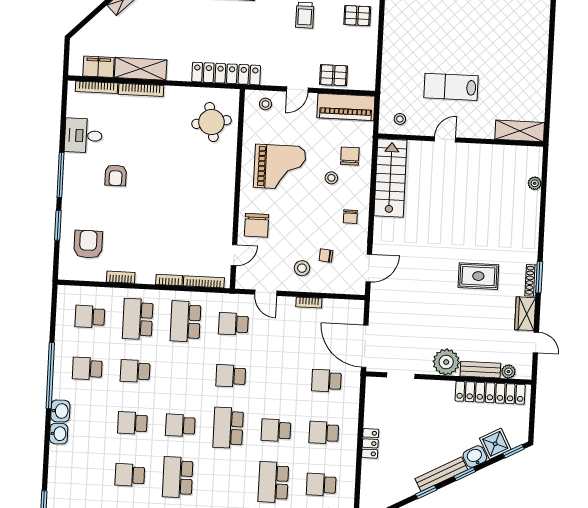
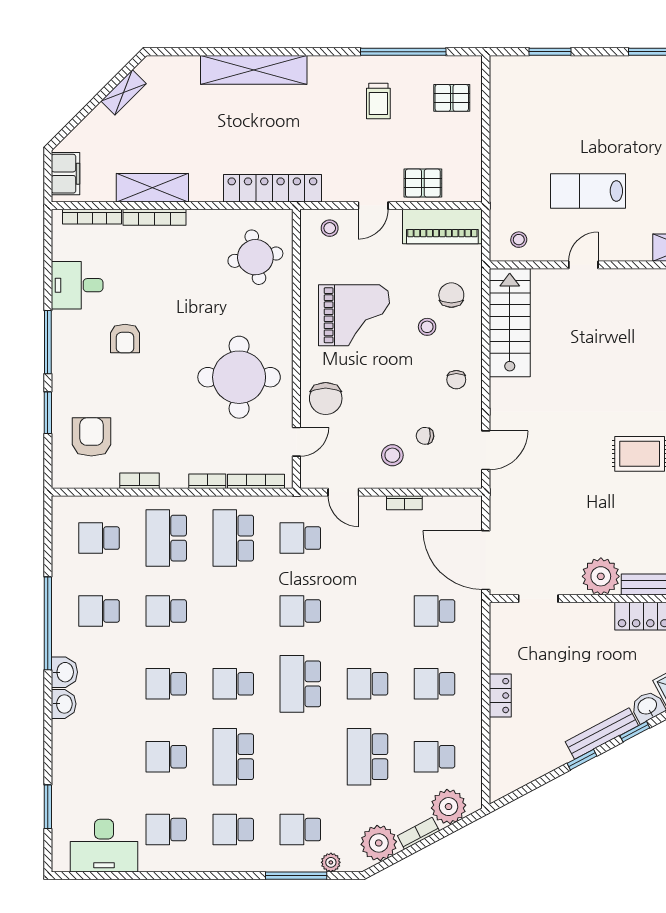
filing cabinet: (98, 67) -> (66, 174), moved, turned 90
round table: (195, 207) -> (239, 377), added

